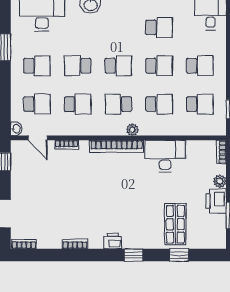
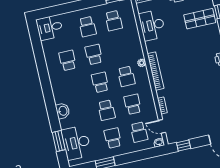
school desk: (200, 66) -> (87, 27), turned 180
school desk: (37, 104) -> (139, 132), turned 180
school desk: (159, 104) -> (120, 49), removed
school desk: (200, 104) -> (114, 21), turned 180
door: (38, 138) -> (162, 126), swing flipped
desk: (165, 156) -> (152, 25), moved

